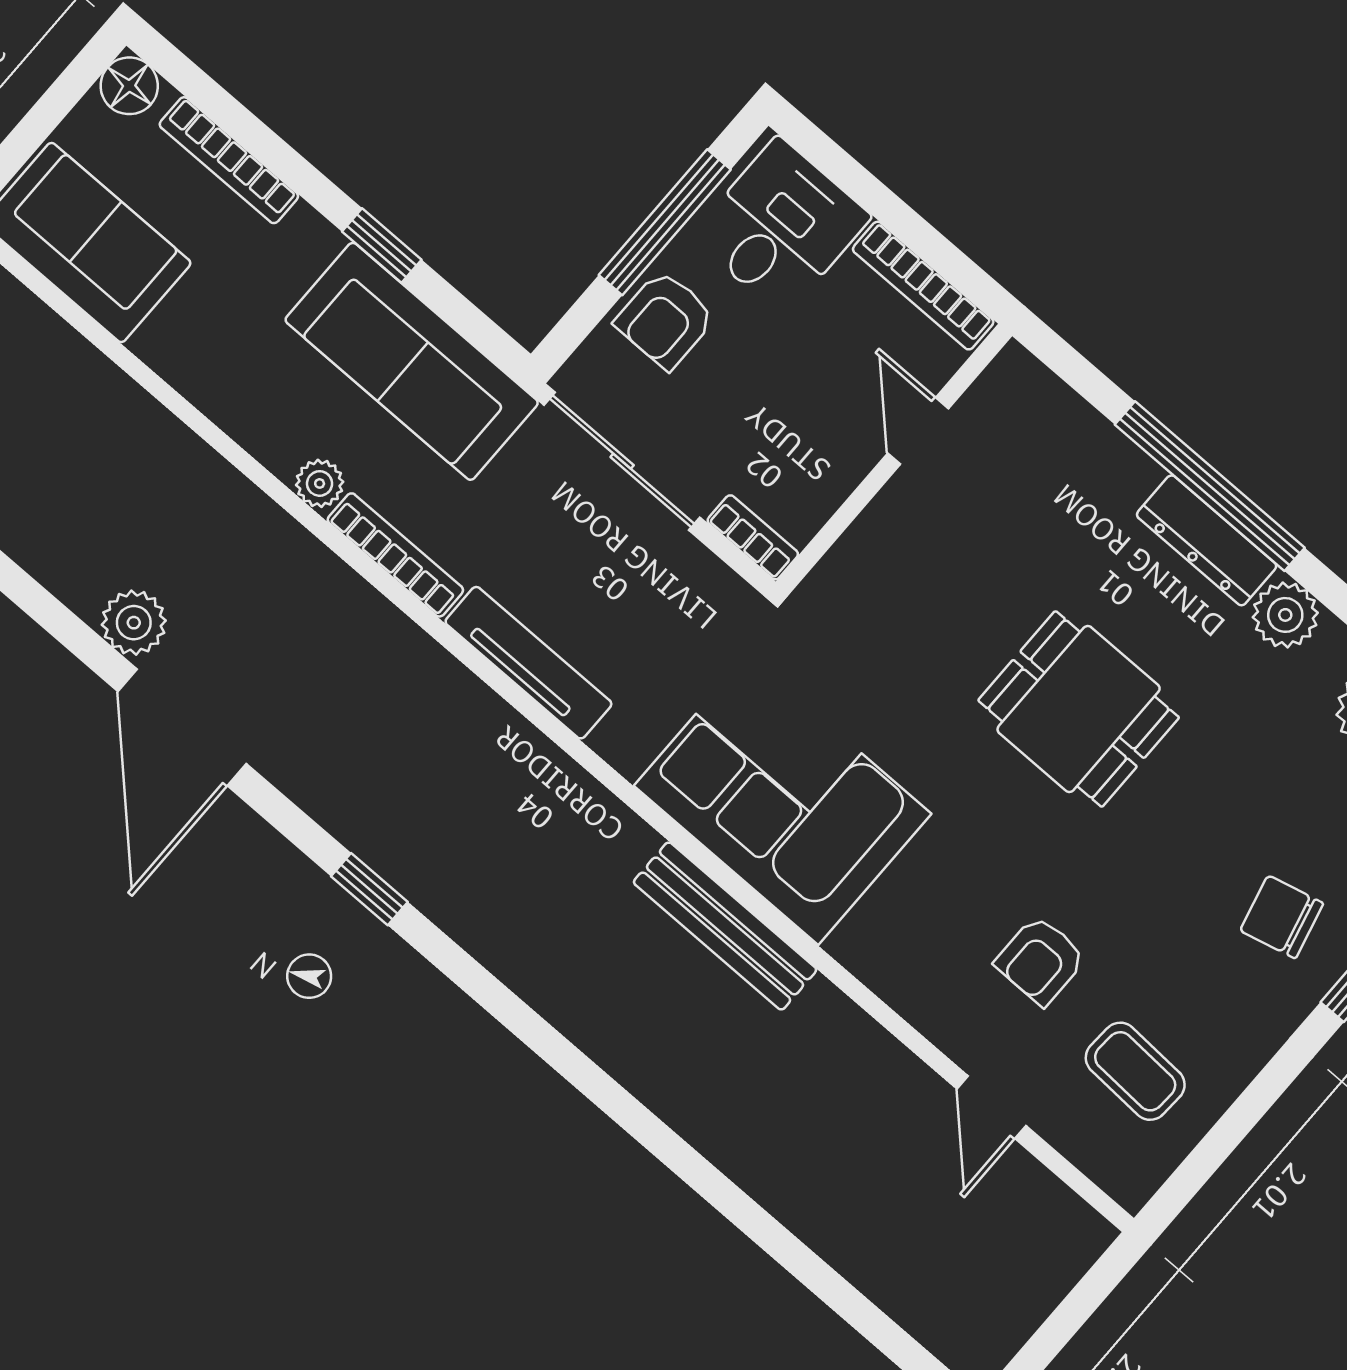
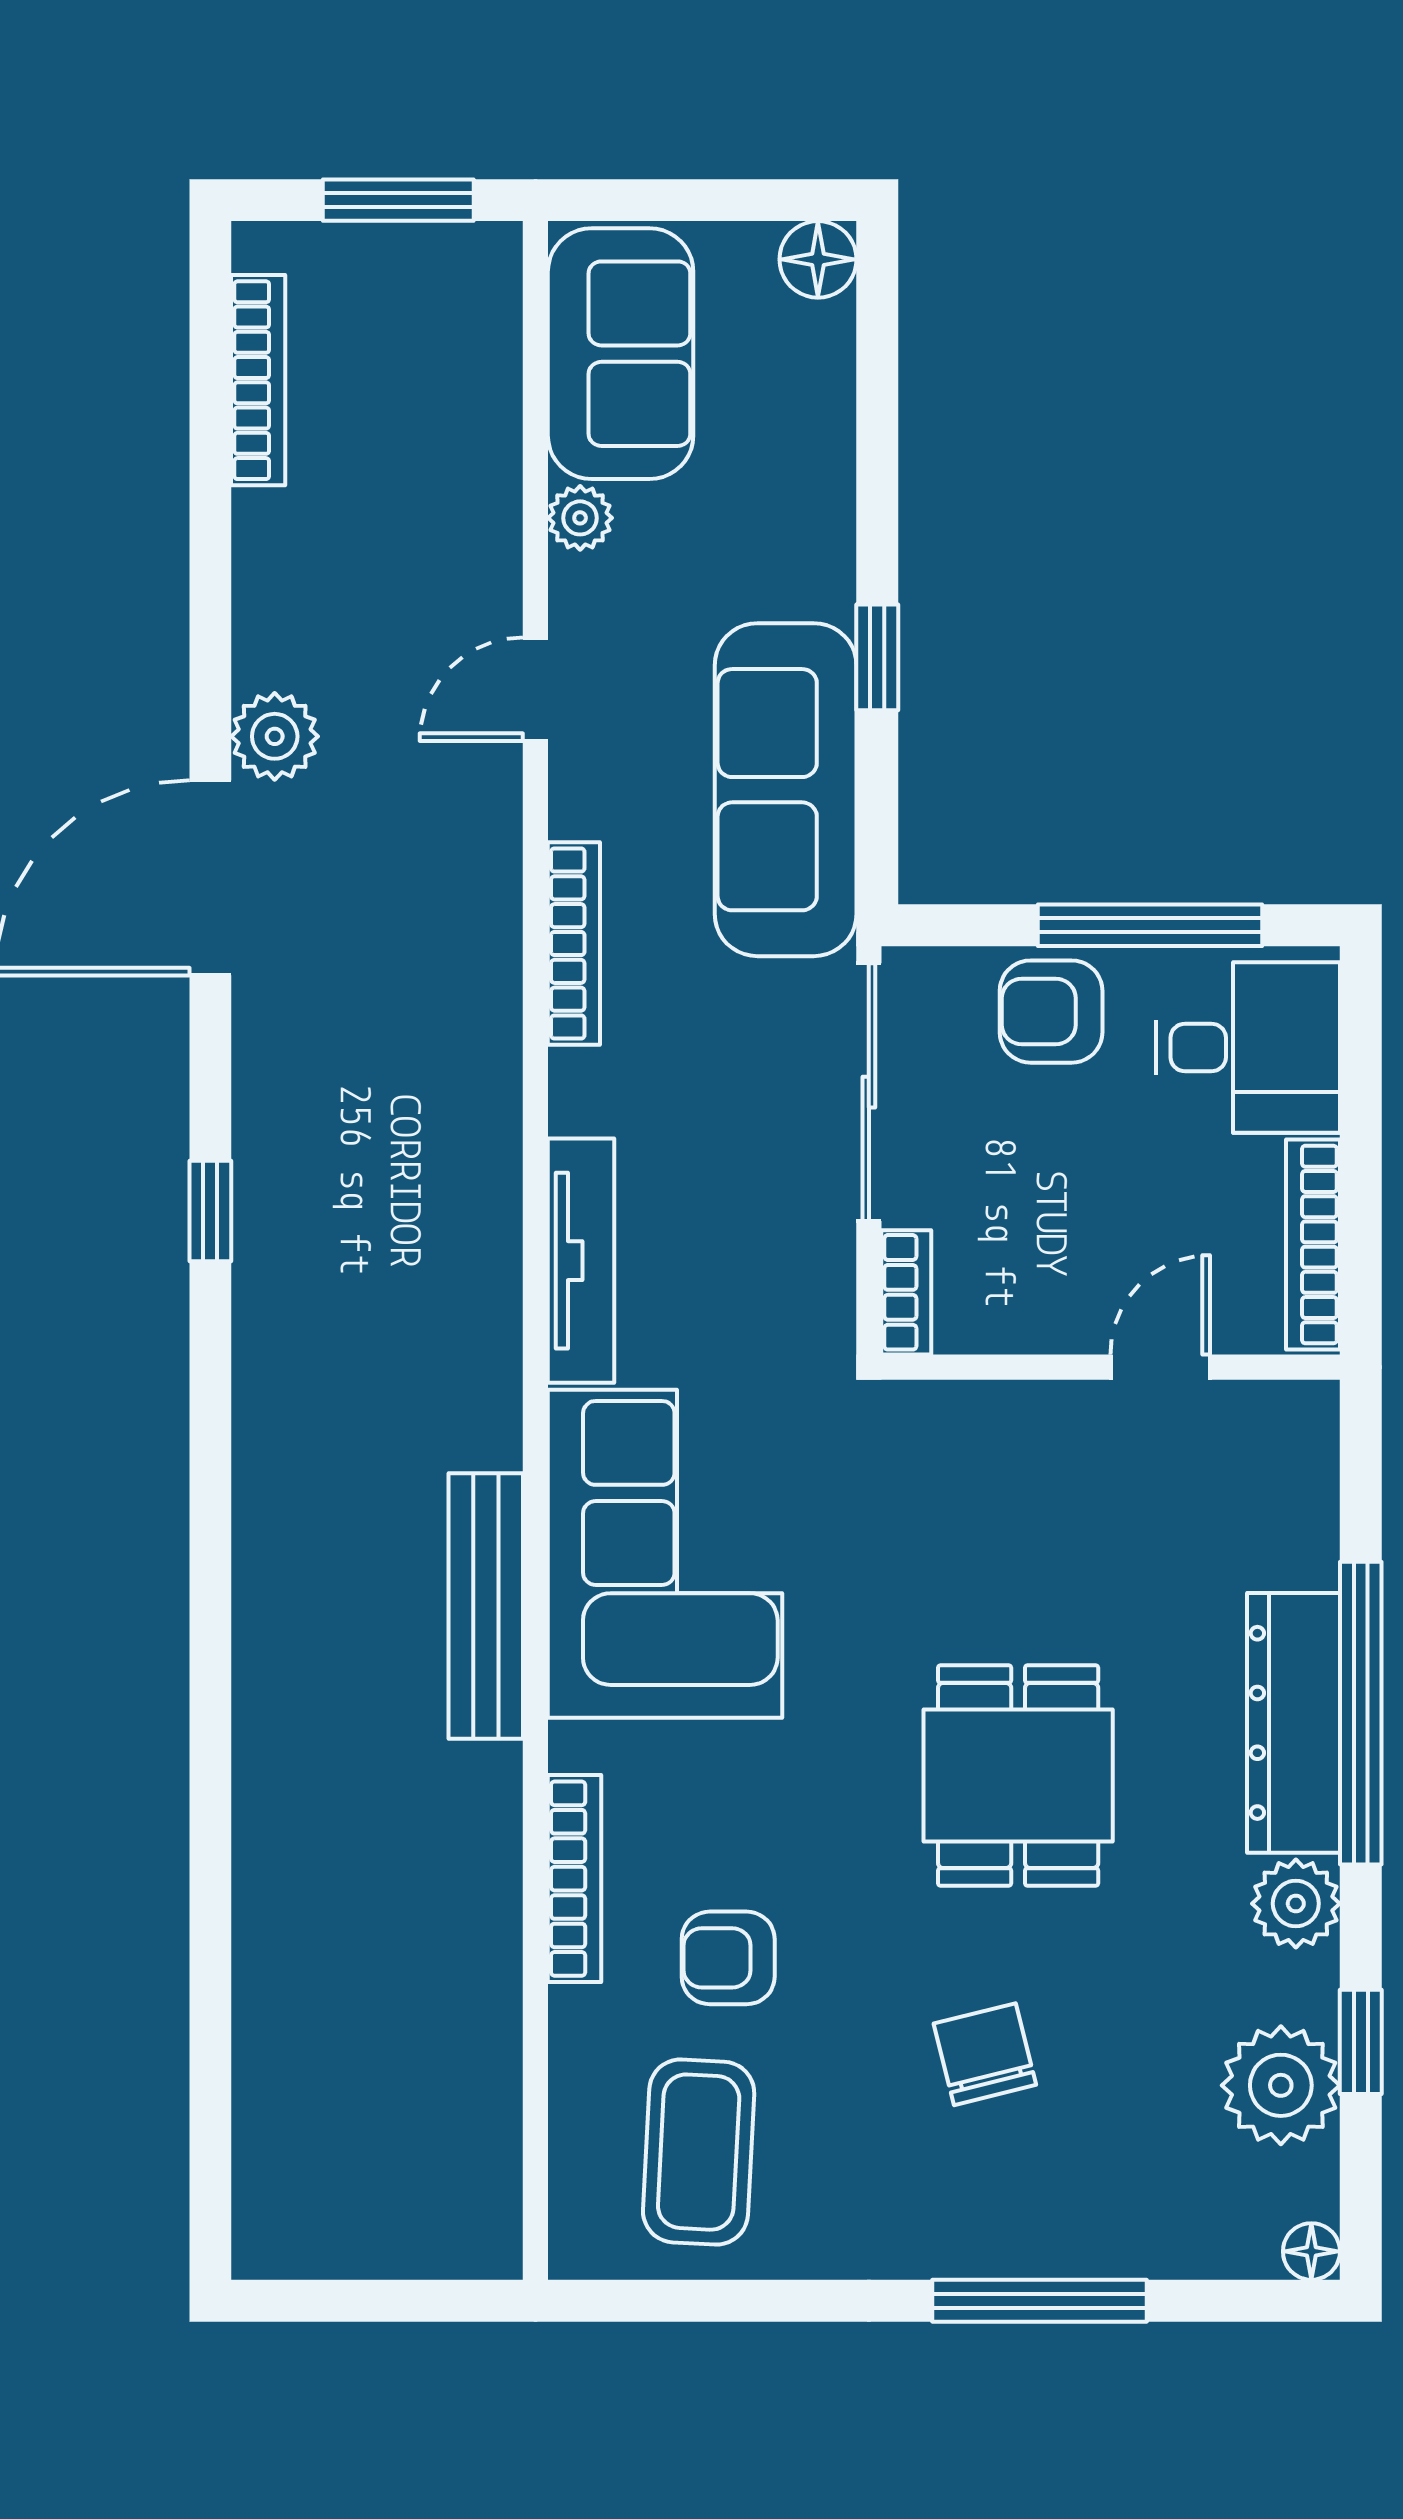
bookcase: (229, 160) -> (574, 1879), moved, turned 180
plant: (320, 483) -> (580, 518), moved
dresser: (1207, 540) -> (1294, 1723), width x1.37, depth x1.24
tv unit: (528, 663) -> (581, 1261), moved
chair: (1282, 917) -> (985, 2054), moved
coffee table: (1135, 1071) -> (699, 2152), width x1.36, depth x1.30
door: (991, 1107) -> (535, 689), moved

